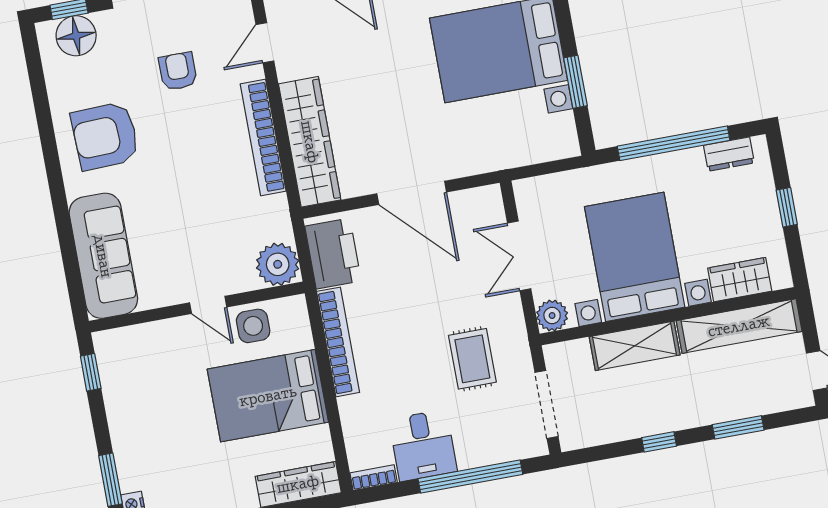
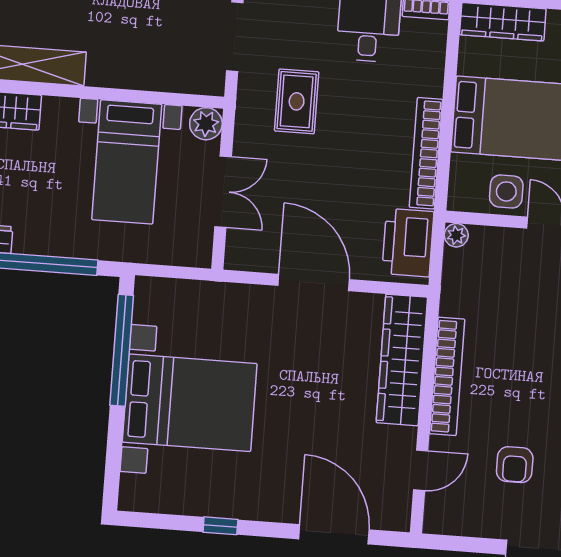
window: (575, 82) -> (122, 350), width x2.11
bed with nightstands: (635, 257) -> (127, 162), width x0.73
plant: (278, 264) -> (456, 235), width x0.53, depth x0.53
shelving: (635, 346) -> (132, 72), removed

